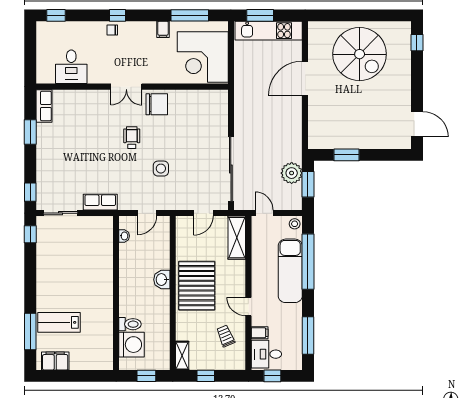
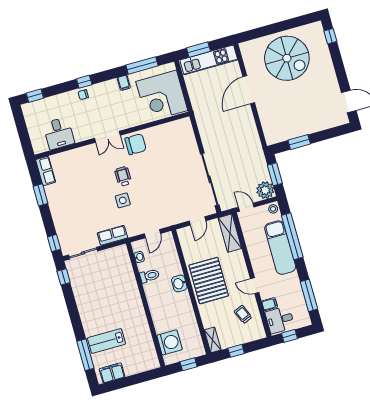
side table: (161, 169) -> (123, 200), moved
plant: (292, 173) -> (265, 190), moved
toilet: (130, 324) -> (150, 276), moved

